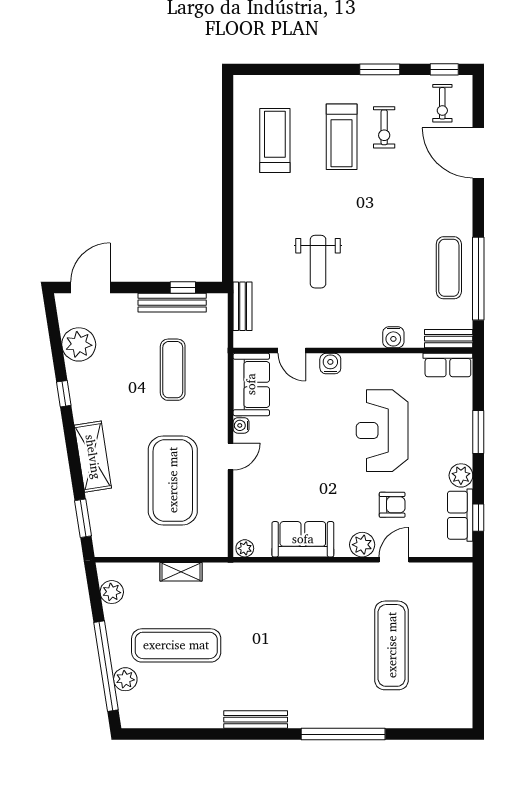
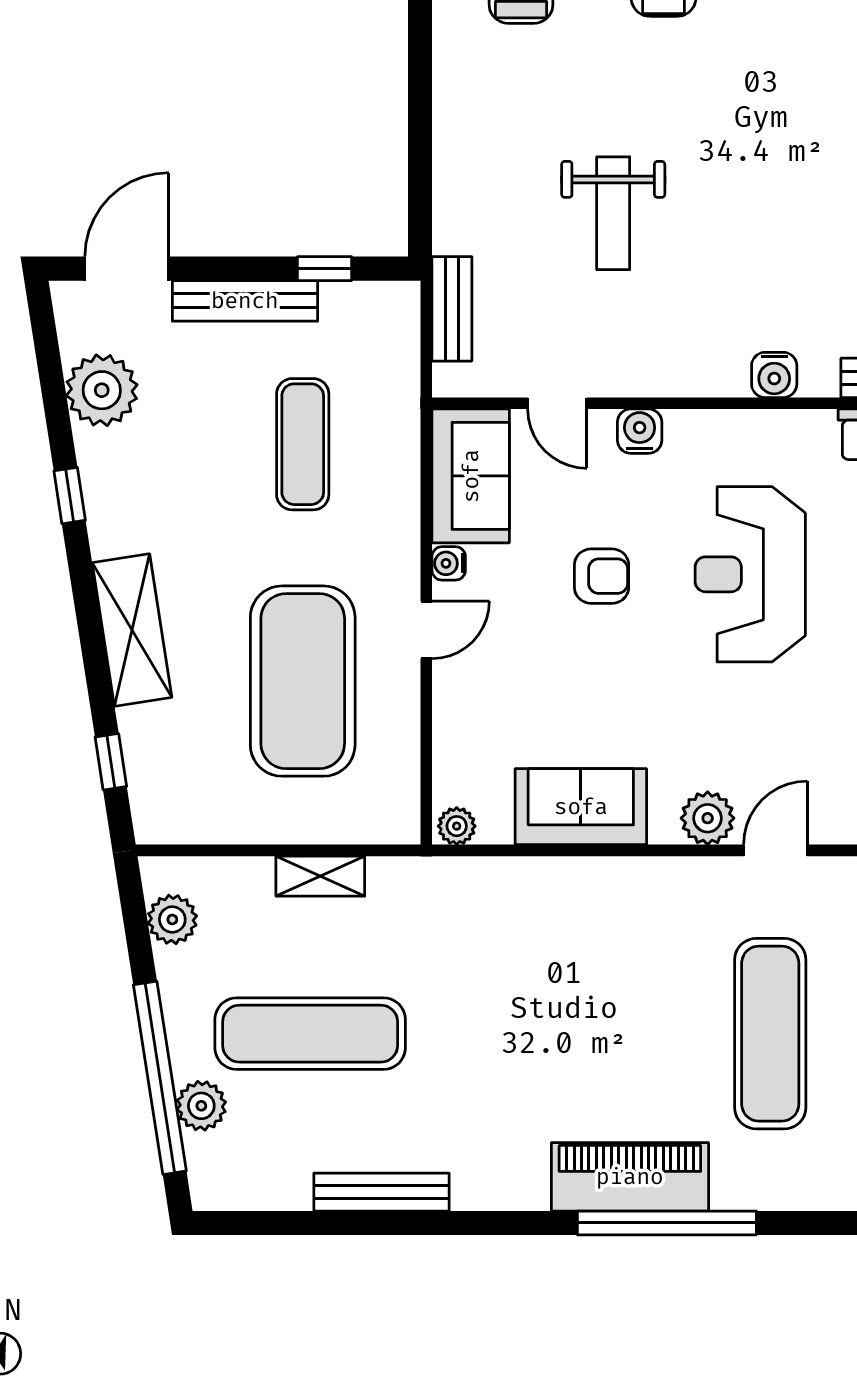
bench: (172, 303) -> (245, 301), moved
armchair: (392, 505) -> (602, 576), moved
window: (83, 518) -> (111, 762), width x0.67
piano: (326, 712) -> (630, 1177), added
bench: (256, 720) -> (381, 1192), moved

